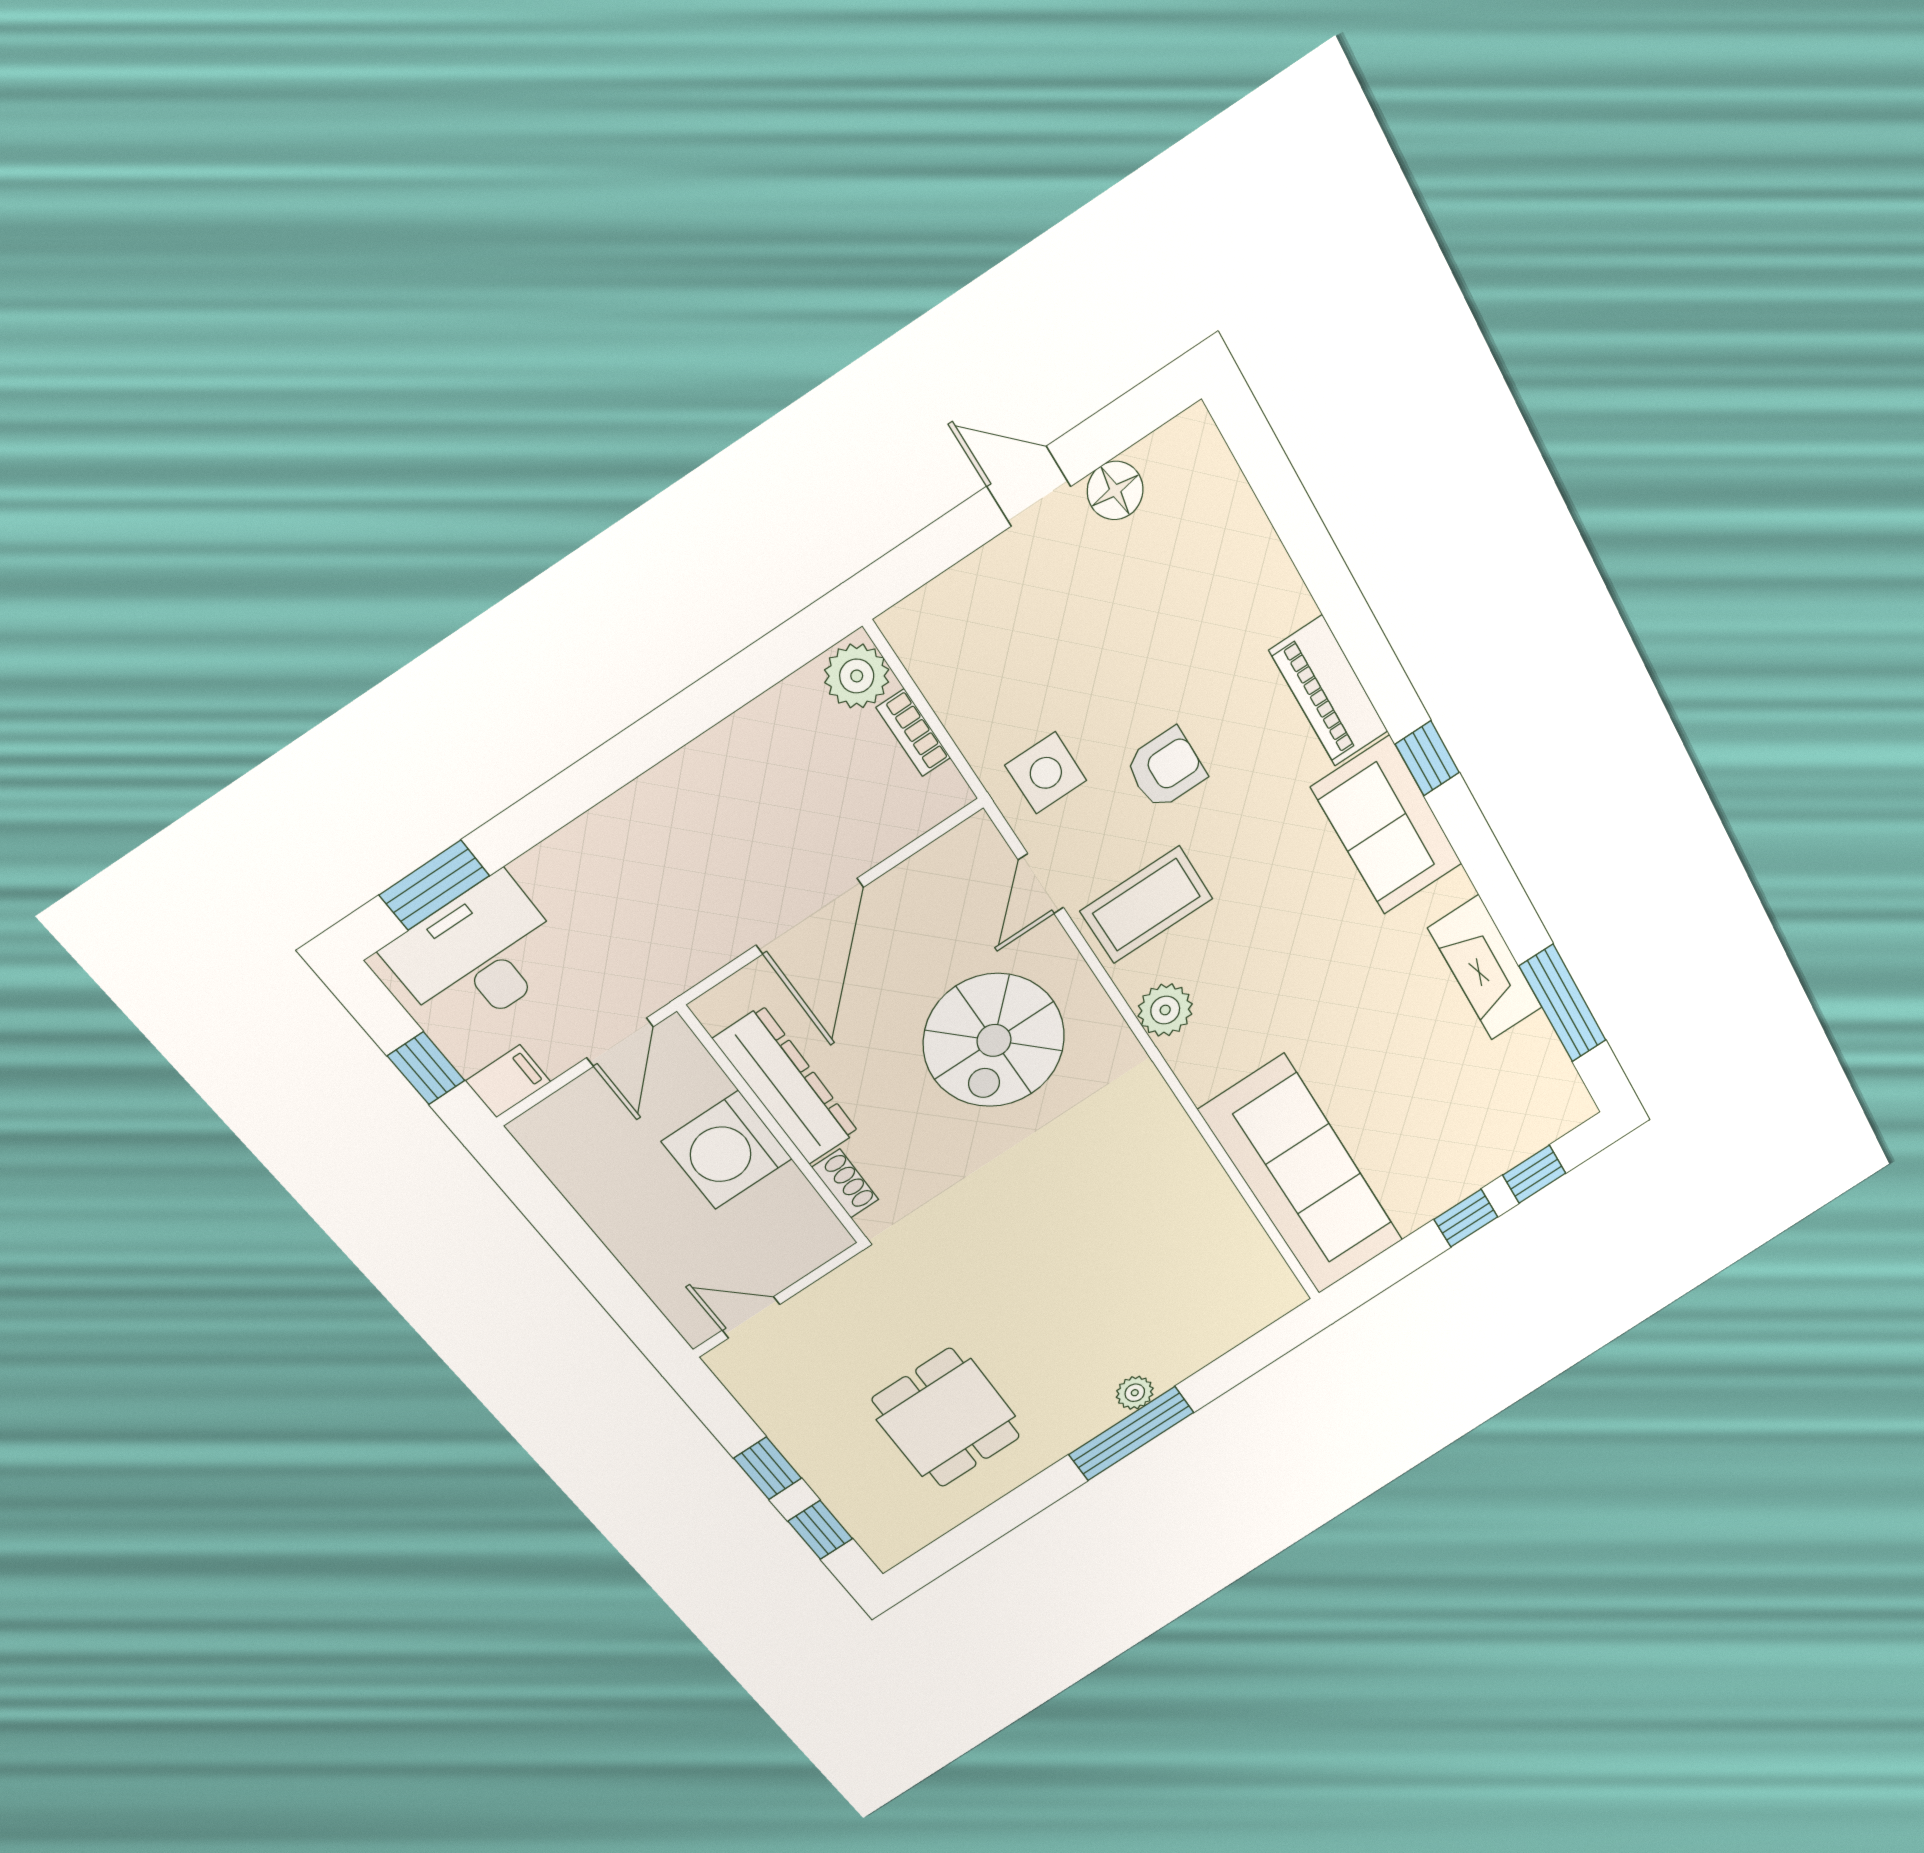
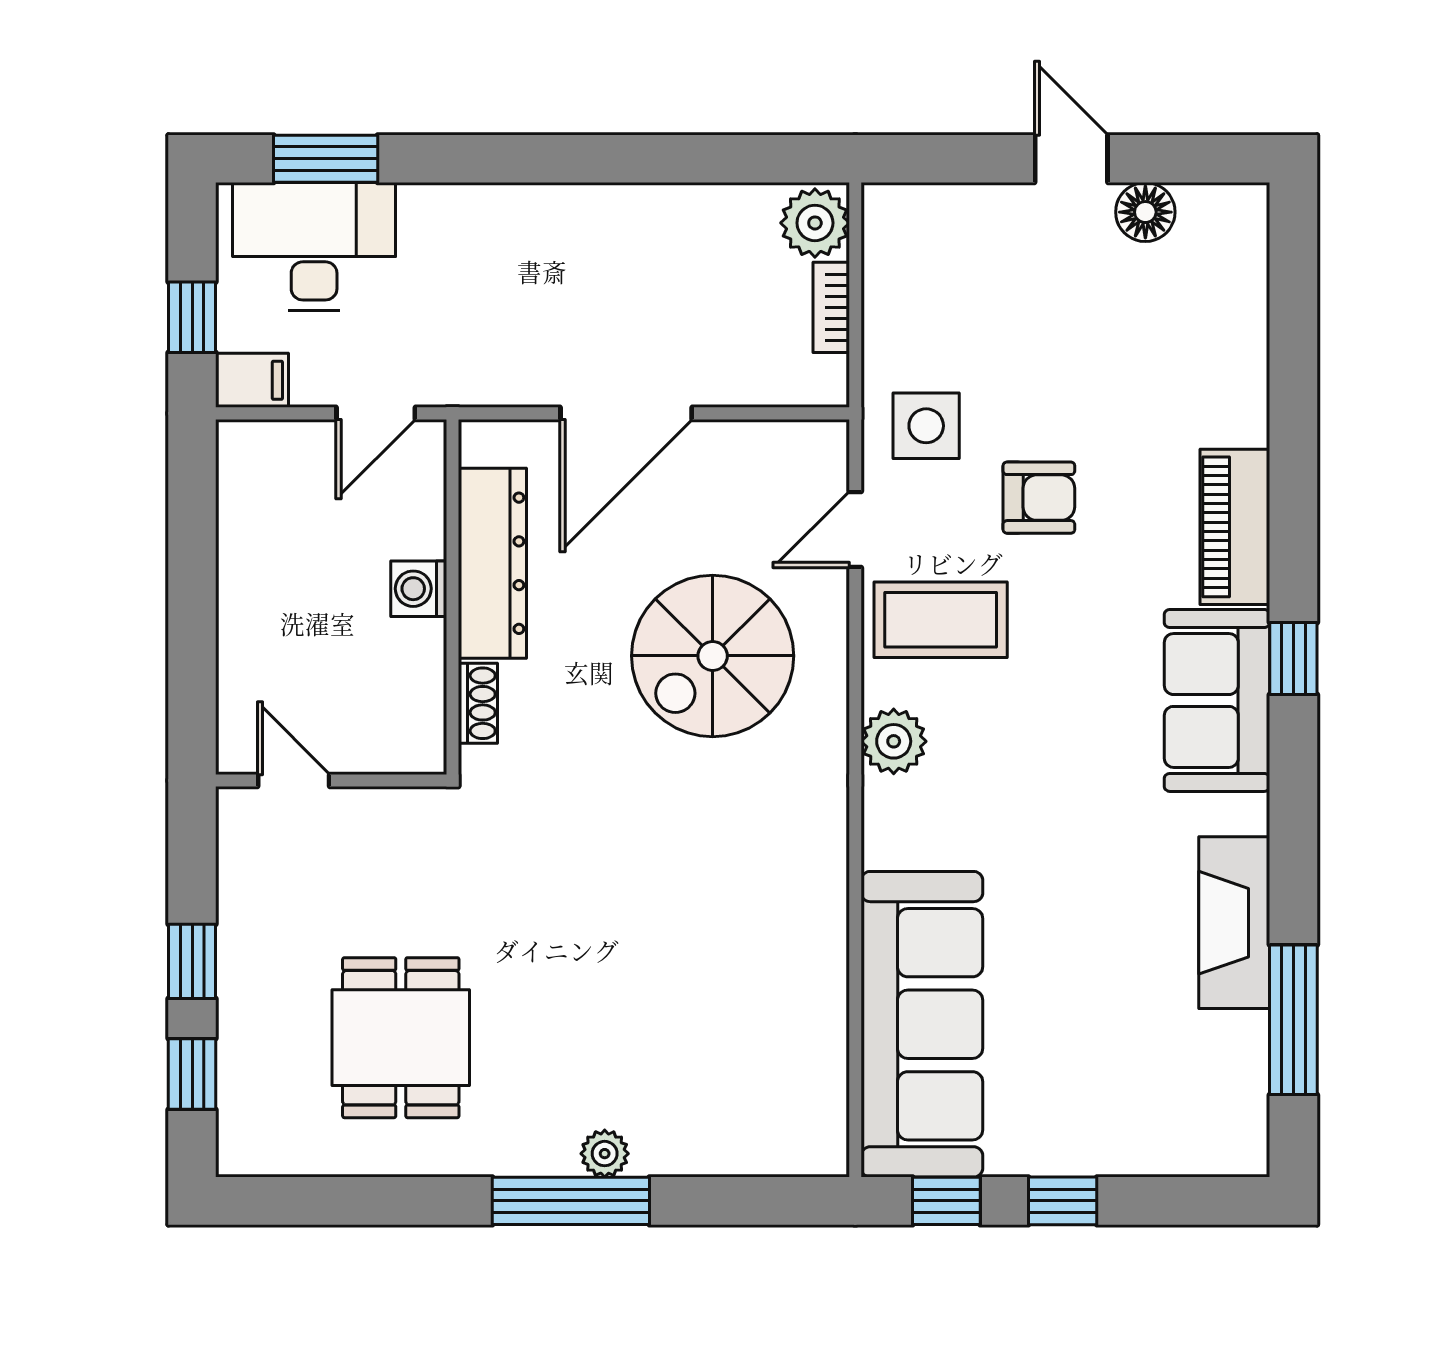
washing machine: (727, 1150) -> (419, 589), width x0.53, depth x0.53
window: (1534, 1174) -> (946, 1201), moved

